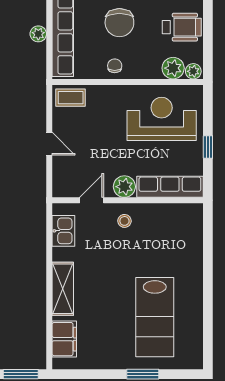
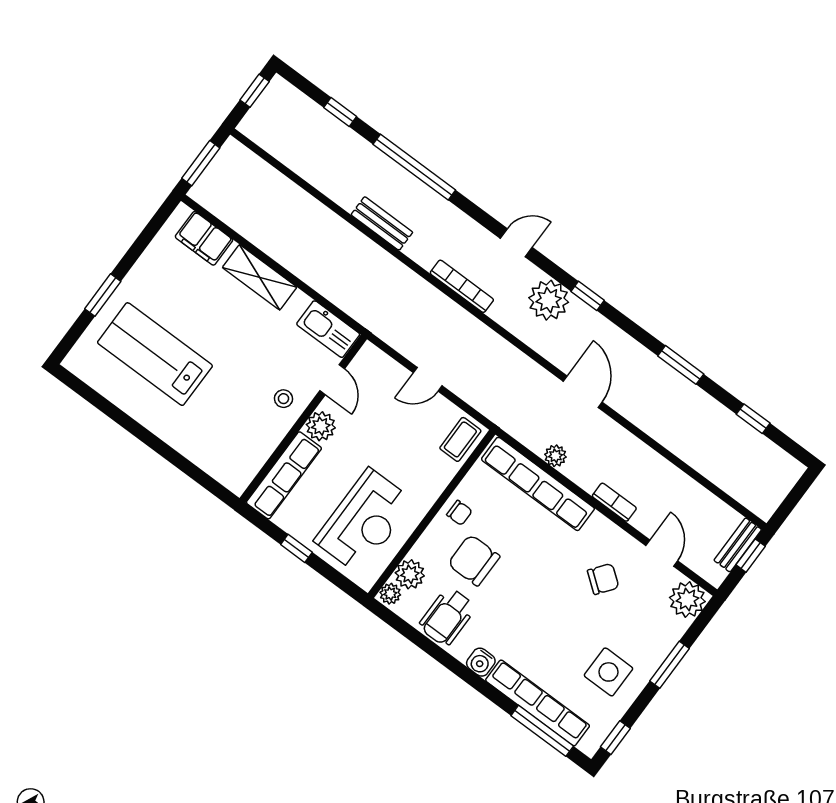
chair: (119, 23) -> (474, 560), moved
kitchen sink: (63, 231) -> (328, 329), width x1.38

